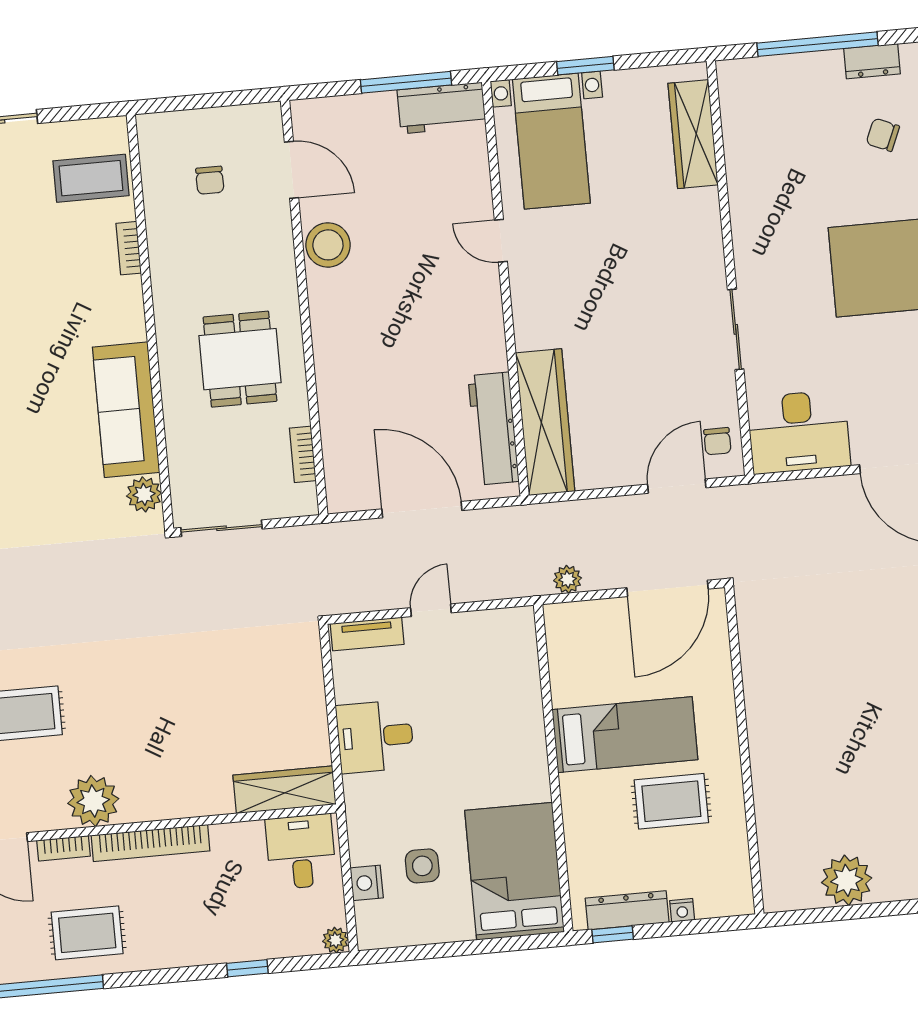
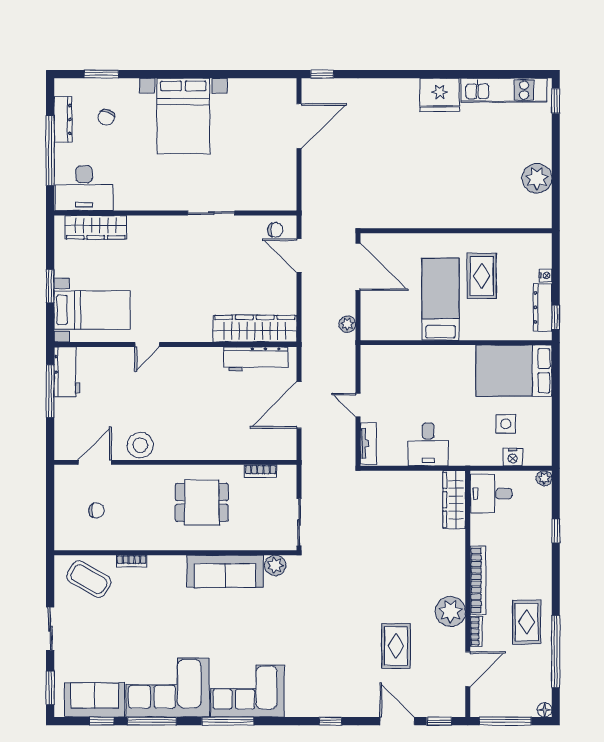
dresser: (872, 61) -> (63, 119), width x1.44
coffee table: (91, 178) -> (89, 579), turned -60
desk: (799, 432) -> (84, 188), moved, turned 90

